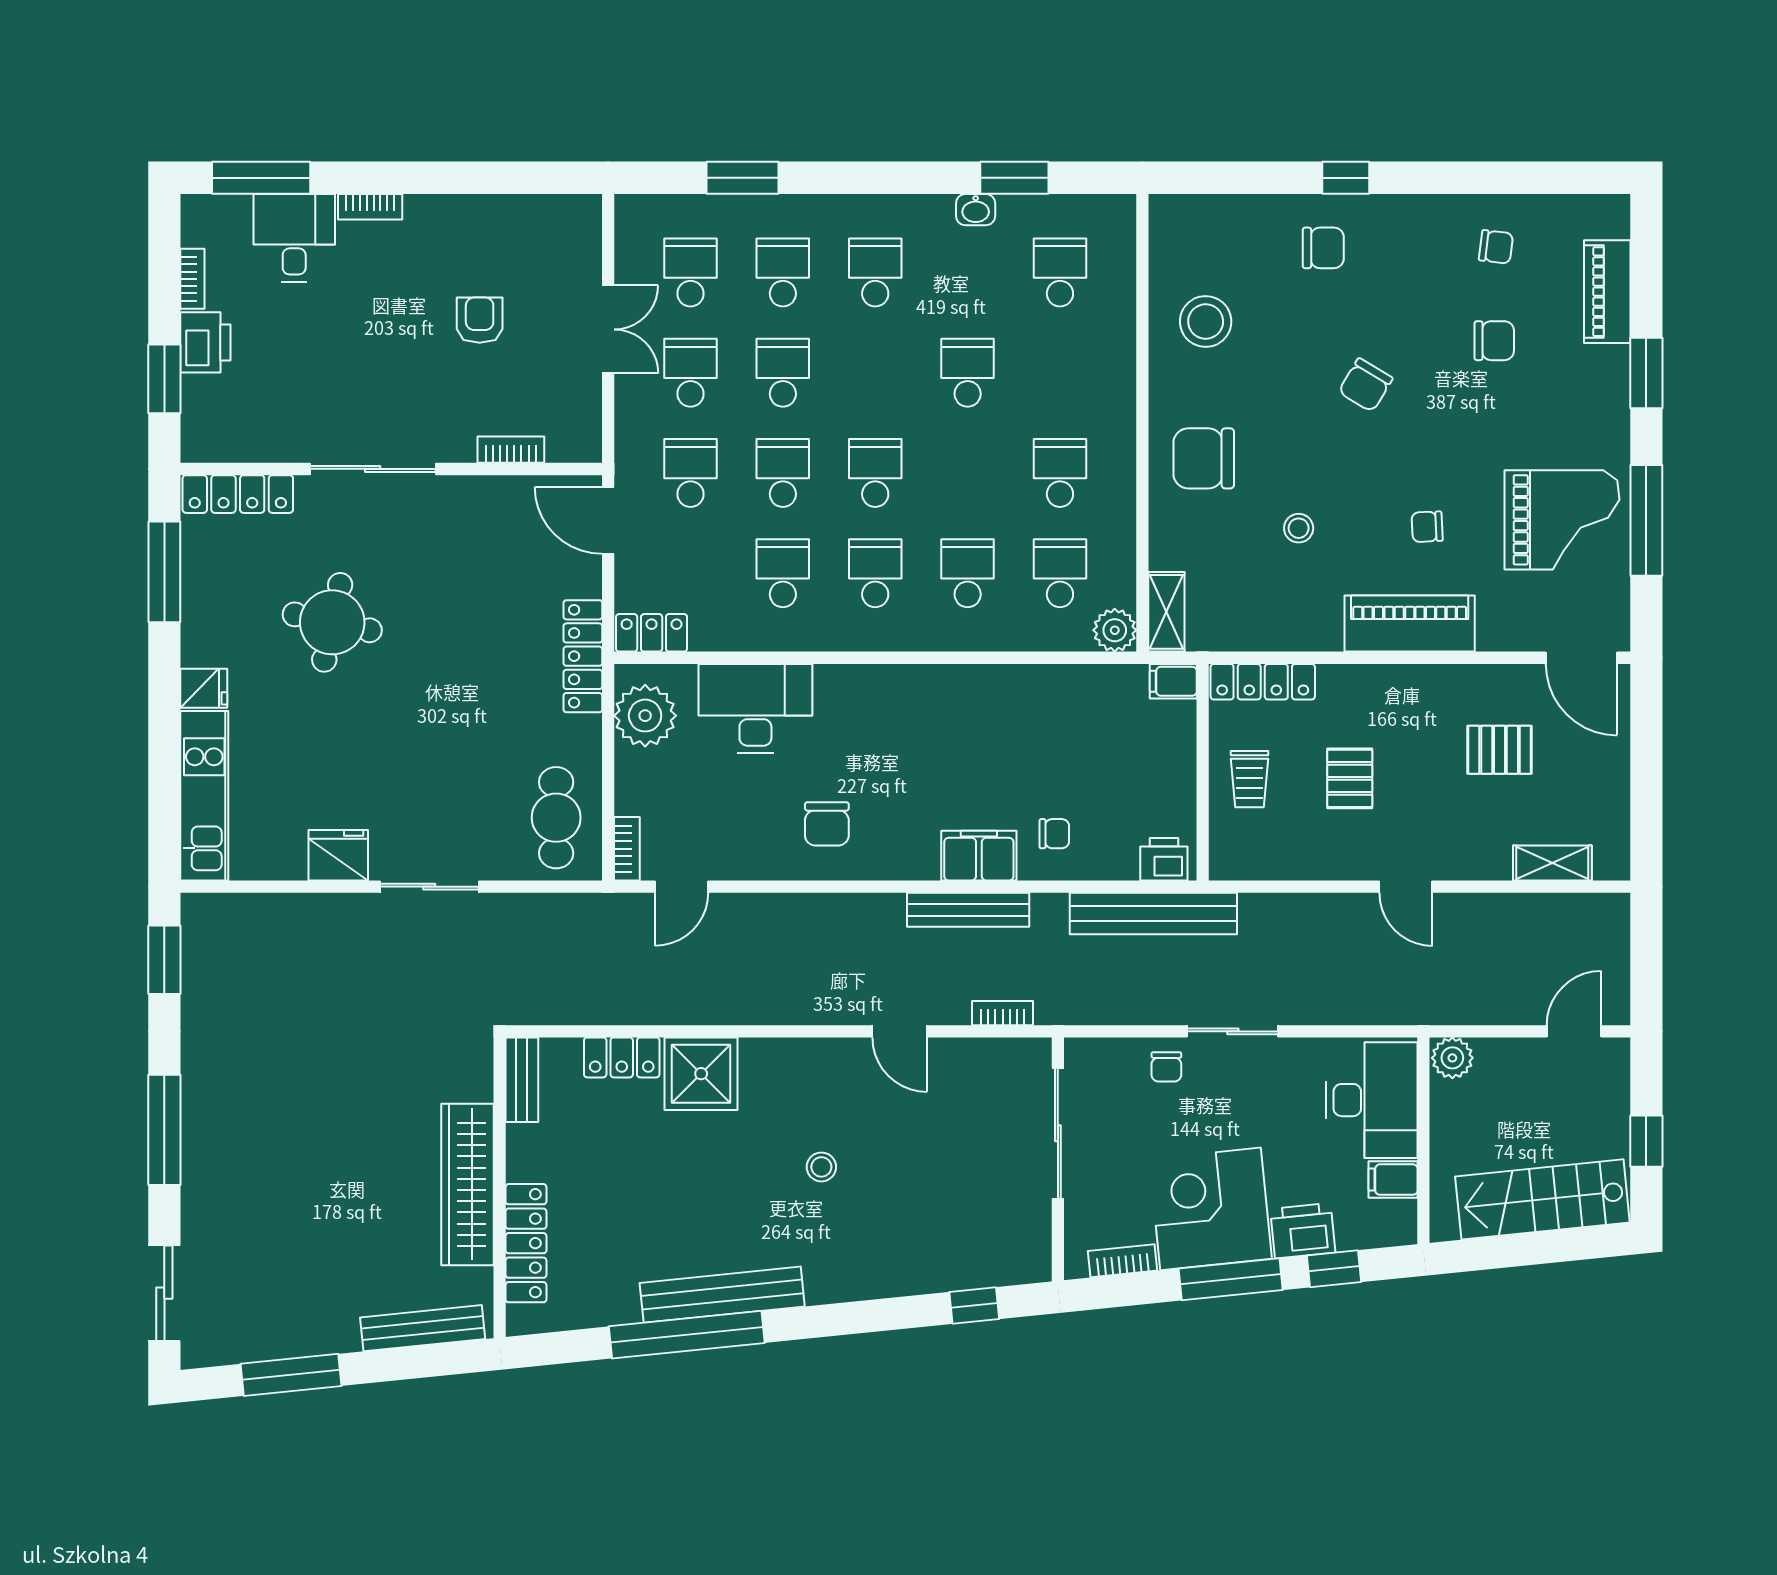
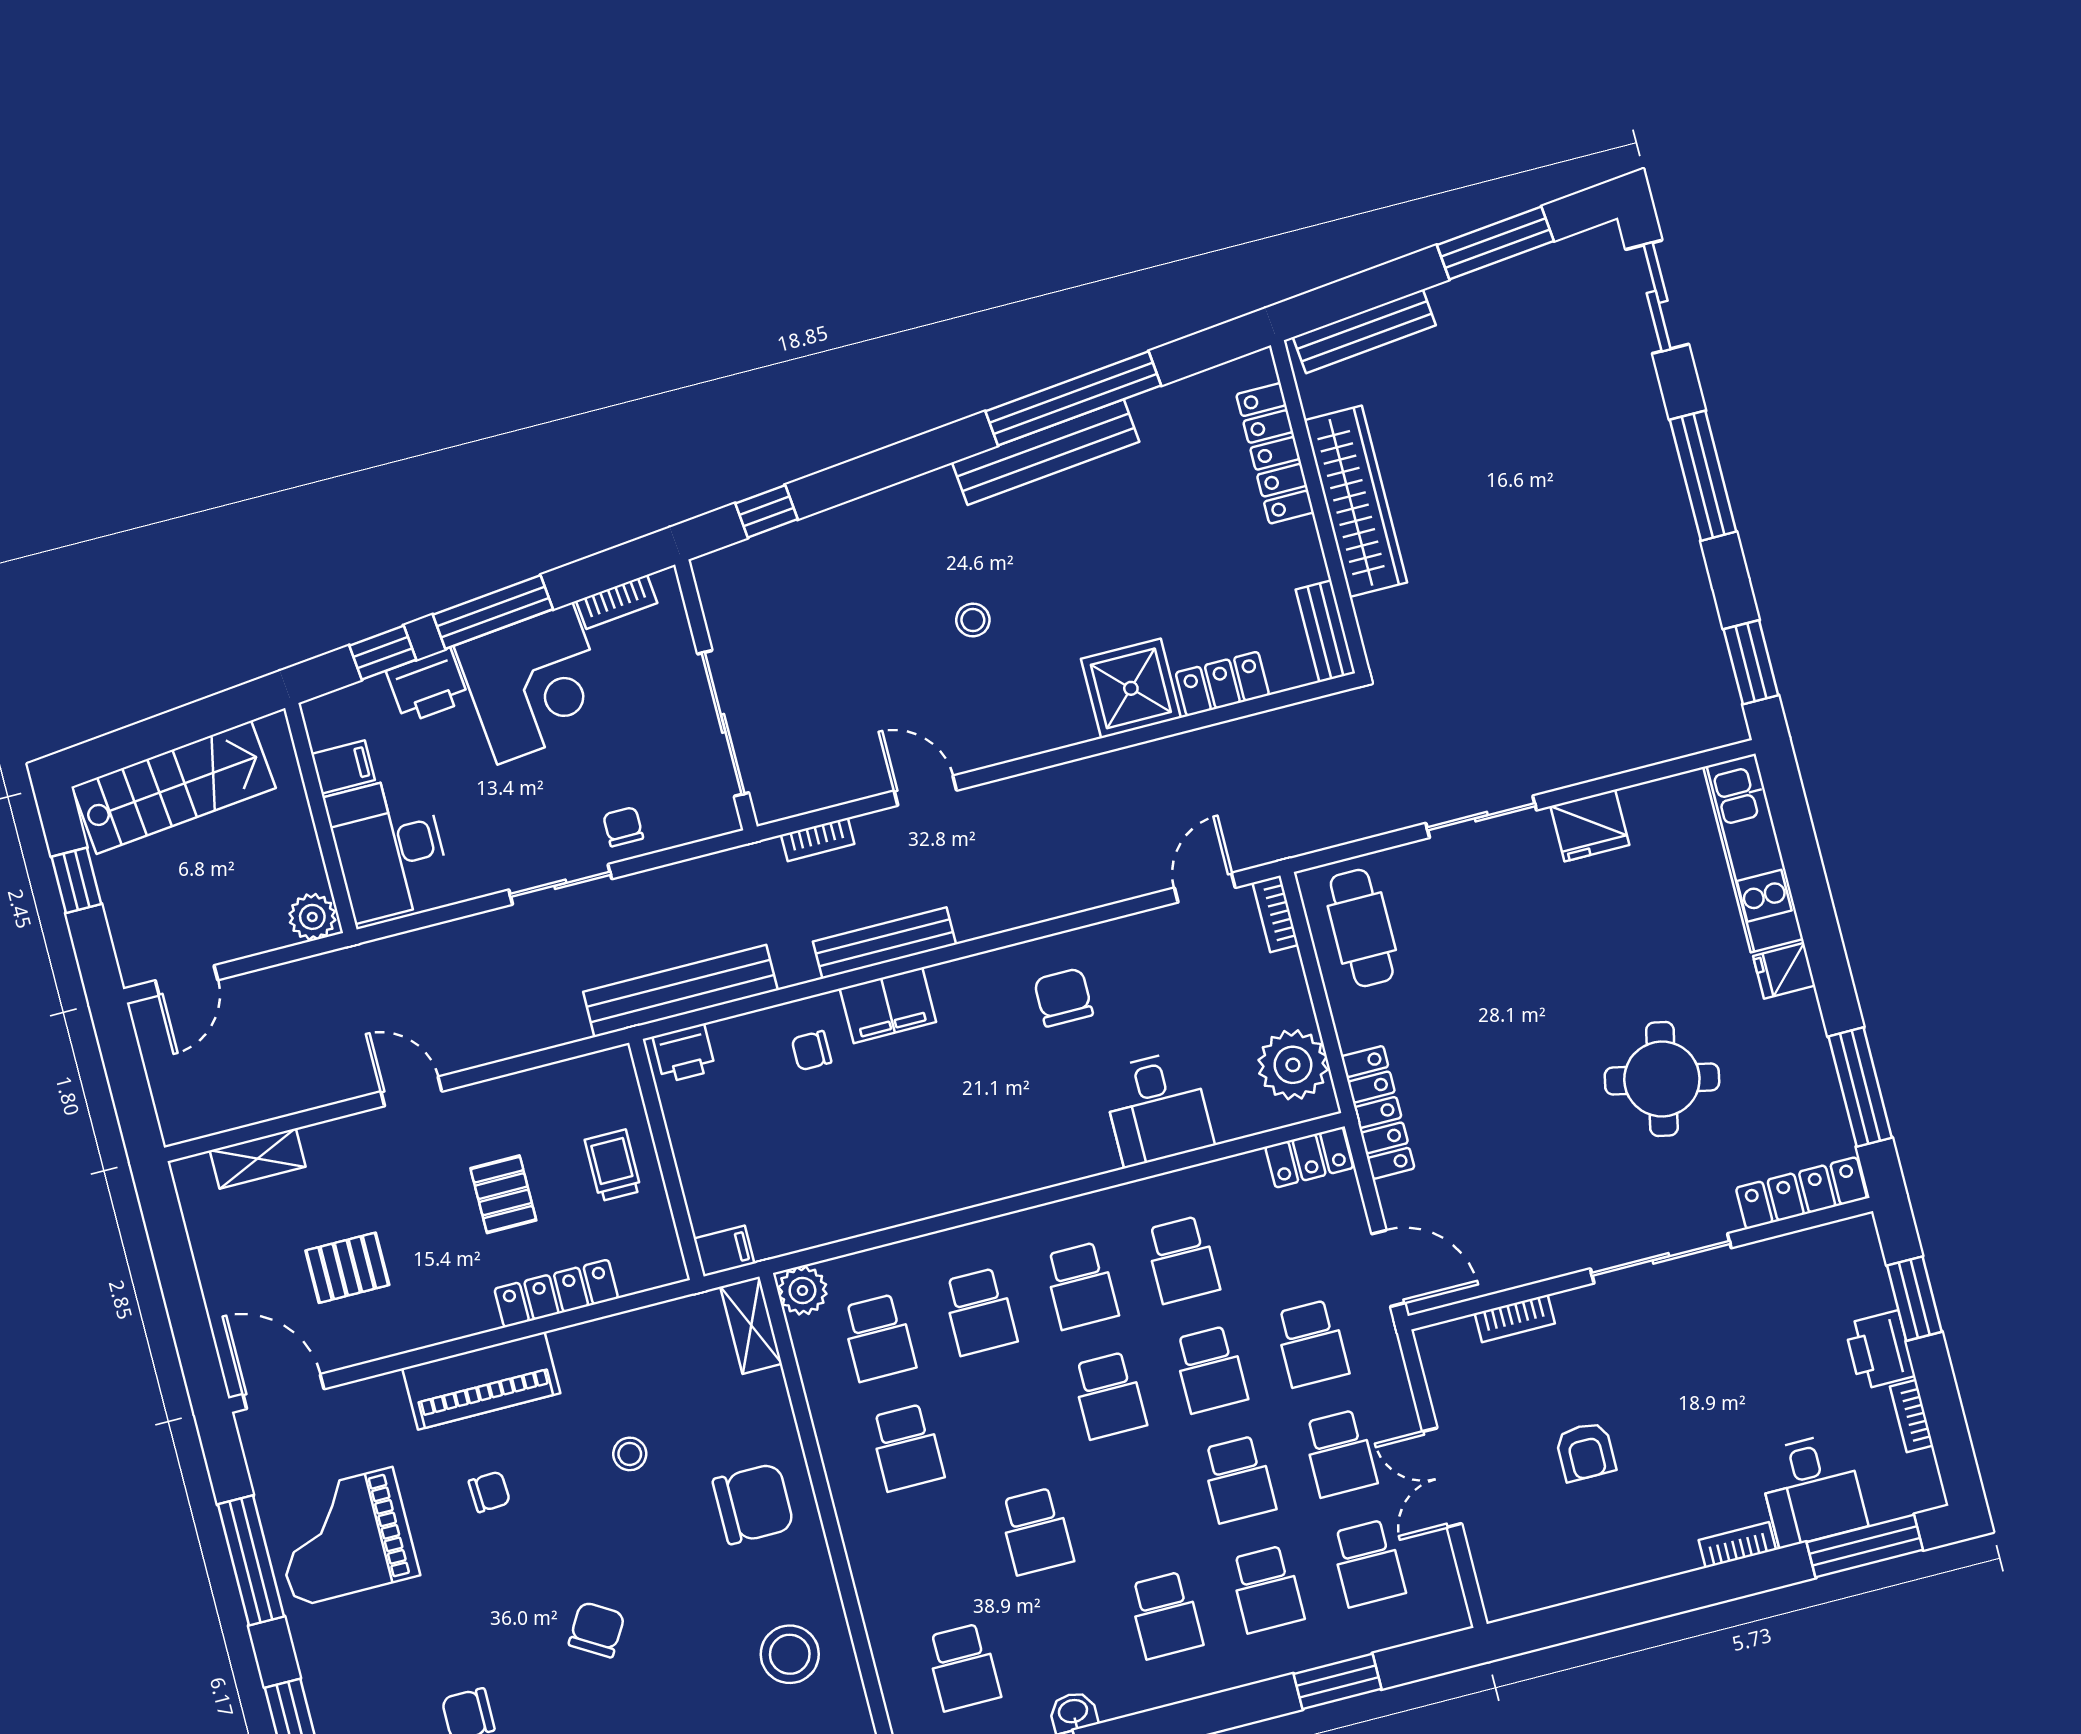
locker: (1263, 682) -> (556, 1294), moved
desk: (755, 708) -> (1157, 1108), width x0.73

